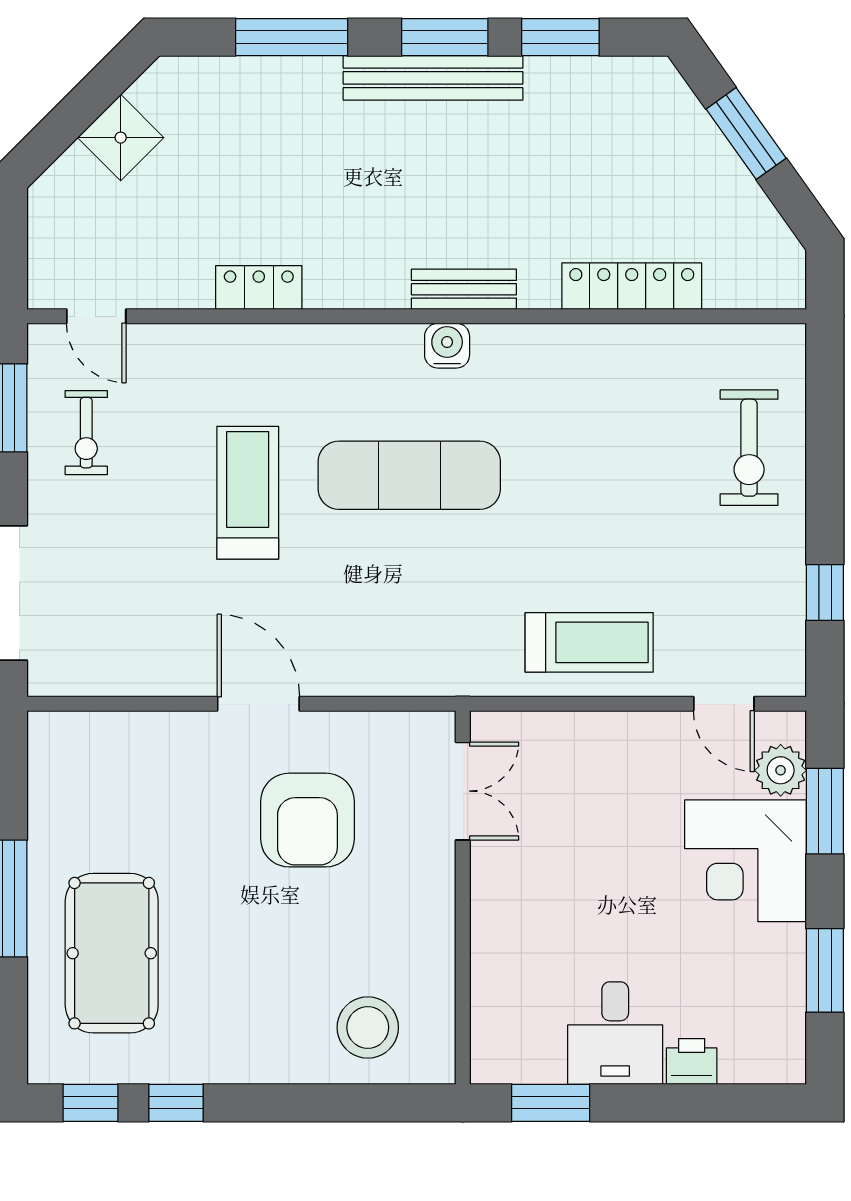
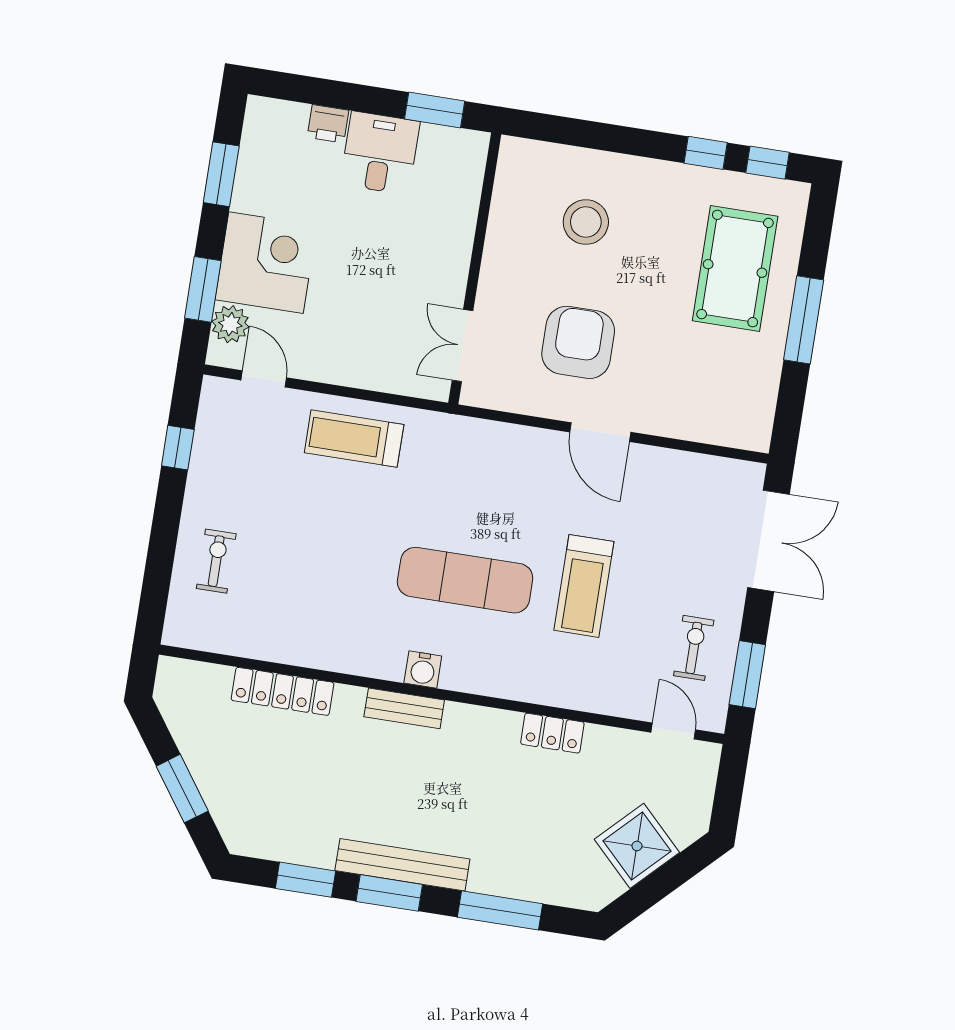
shower: (121, 138) -> (637, 846), width x1.36, depth x1.36
exercise bike: (749, 448) -> (216, 561), width x0.73, depth x0.72
stool: (368, 1027) -> (586, 222), moved

